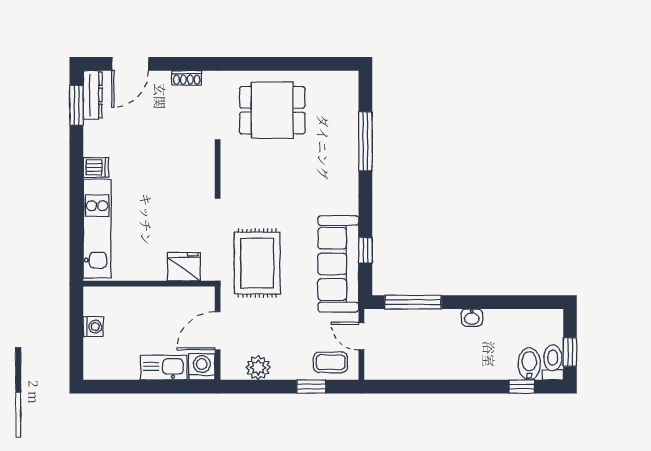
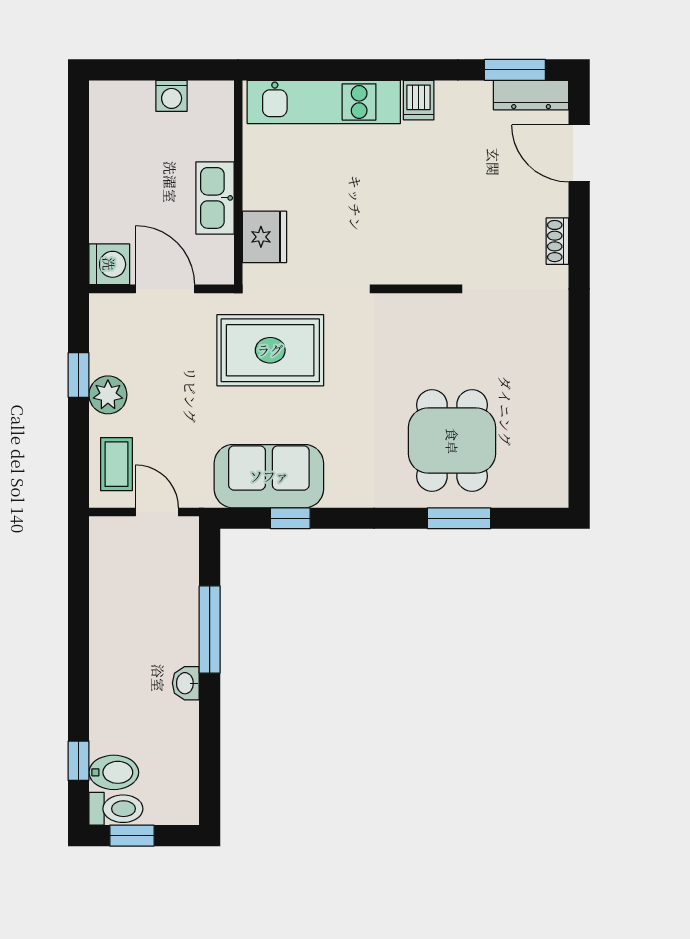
dining table: (272, 110) -> (452, 441), moved
window: (365, 141) -> (459, 518), width x0.69
sofa: (338, 264) -> (269, 476), width x0.73
window: (413, 302) -> (210, 630), moved
door: (361, 336) -> (157, 512), hinge flipped
kitchen sink: (164, 368) -> (215, 198), moved, turned 180
plant: (258, 368) -> (108, 395), moved
window: (311, 387) -> (79, 375), moved

